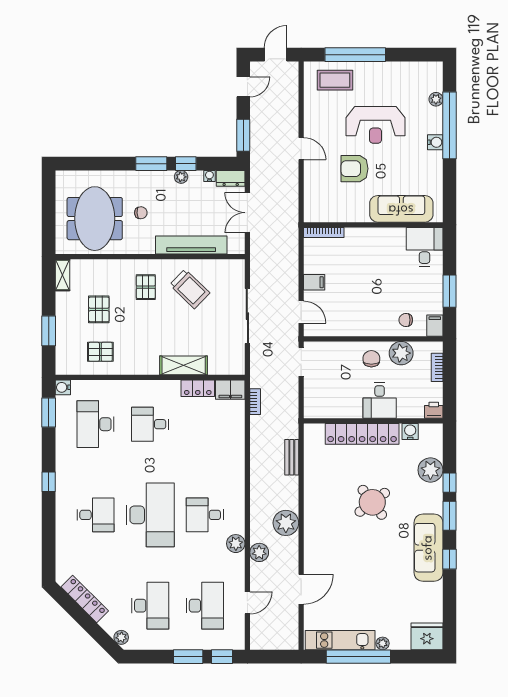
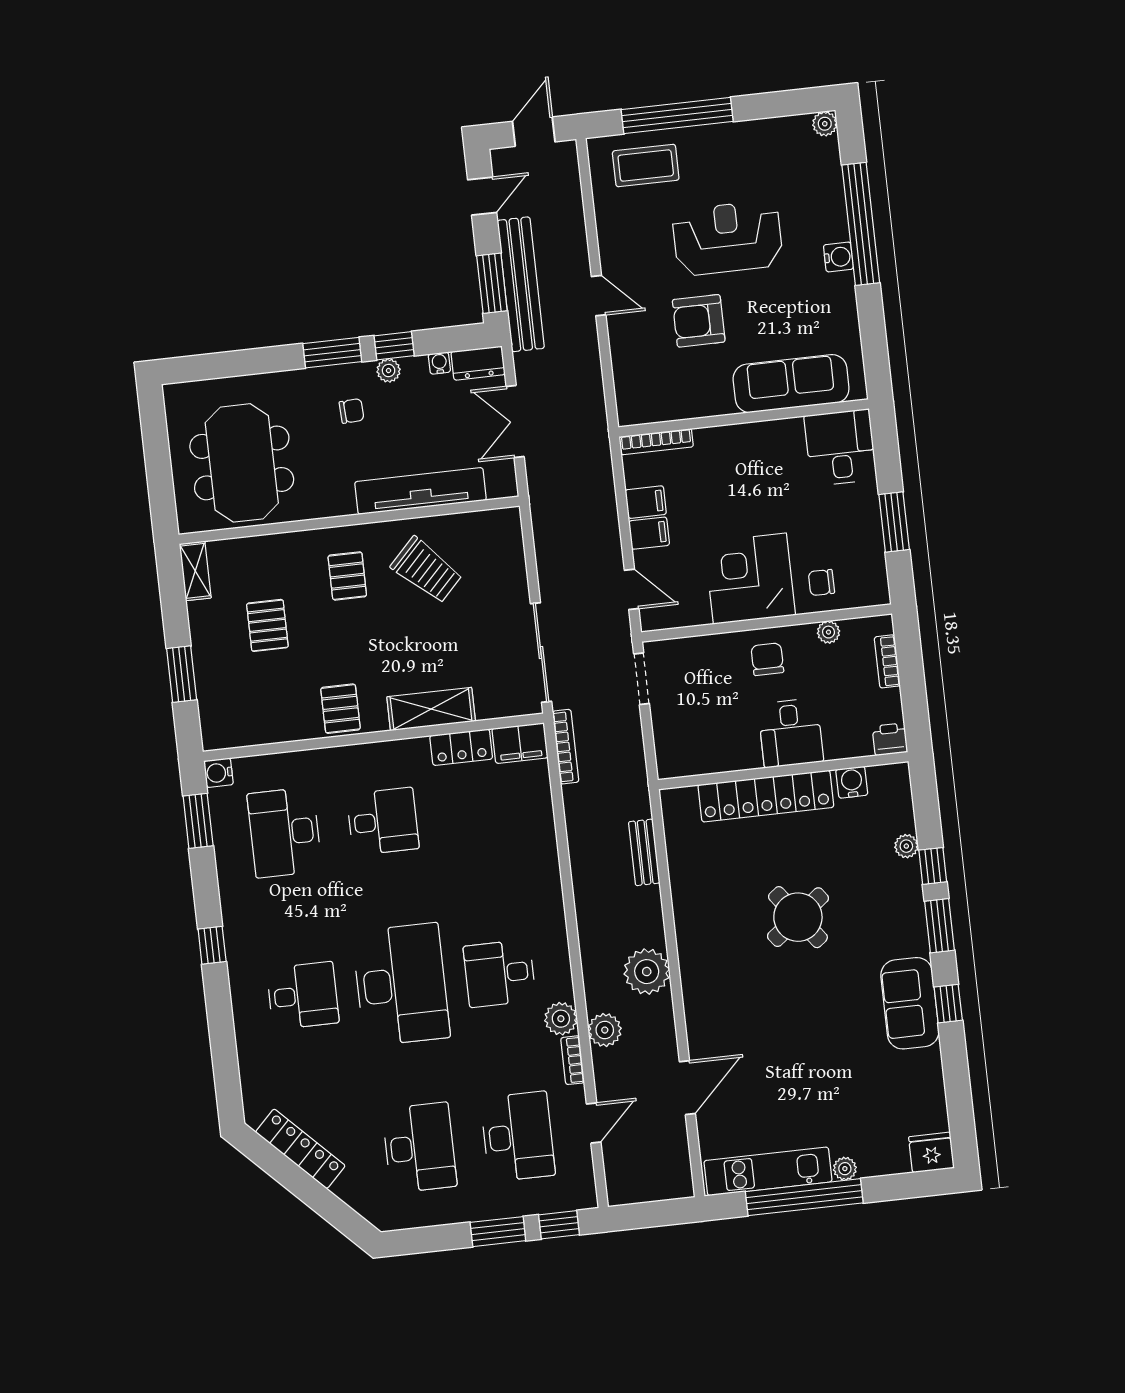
plant: (436, 99) -> (825, 124), moved
reception desk: (375, 125) -> (728, 238), turned 180
bench: (259, 138) -> (521, 284), added
chair: (141, 213) -> (352, 411), moved
corner desk: (367, 313) -> (750, 579), added
sliding door: (247, 316) -> (541, 653), moved
filing cabinet: (435, 326) -> (646, 502), moved, turned 90
pallet: (100, 352) -> (340, 709), moved, turned 90
plant: (401, 353) -> (828, 632), width x0.53, depth x0.53
bookcase: (255, 402) -> (566, 747), width x1.56
desk: (150, 424) -> (383, 821), turned 180
plant: (430, 470) -> (906, 846), width x0.53, depth x0.53
sofa: (428, 548) -> (910, 1003), width x0.73
bookcase: (240, 567) -> (573, 1060), added
fridge: (427, 636) -> (931, 1152), width x0.73, depth x0.75
plant: (121, 637) -> (374, 1210), removed

